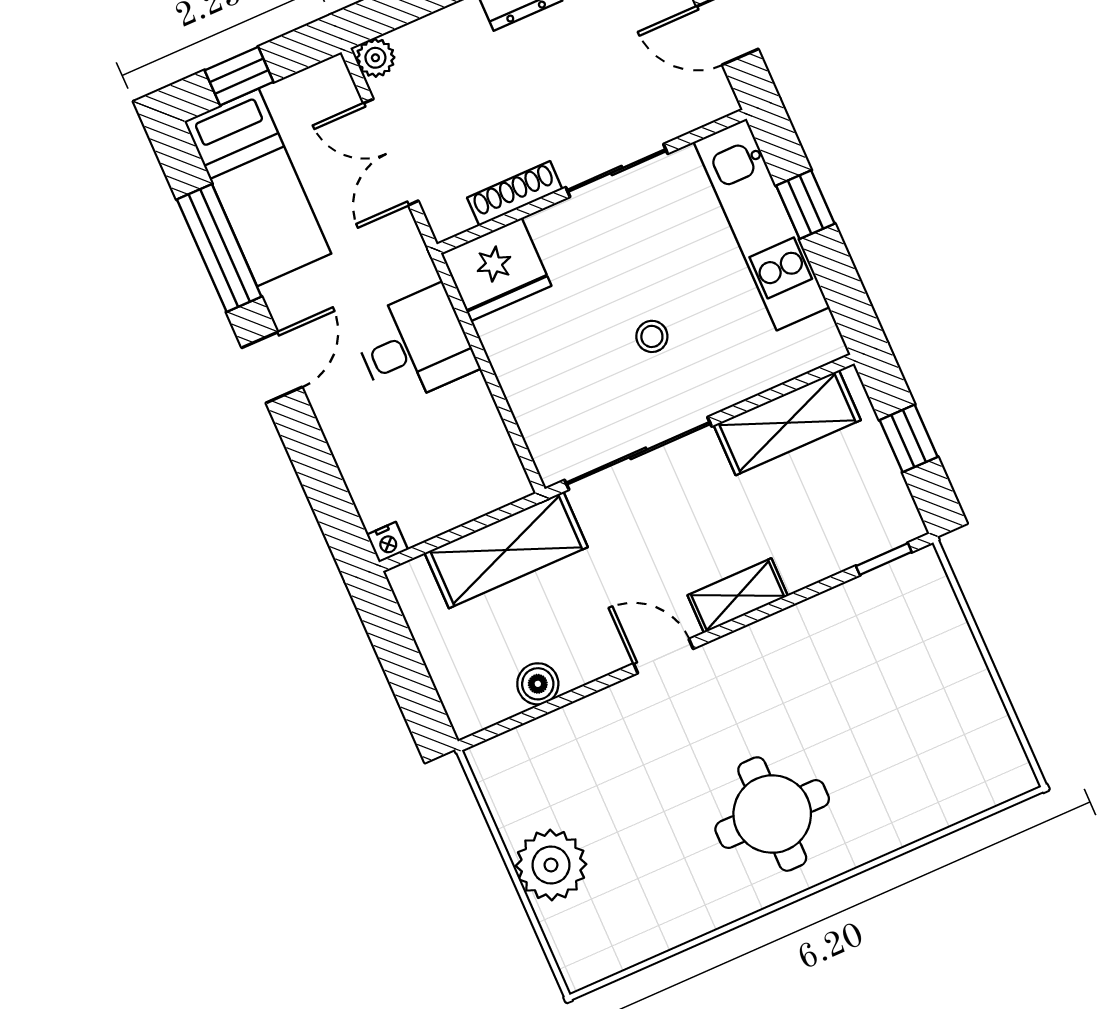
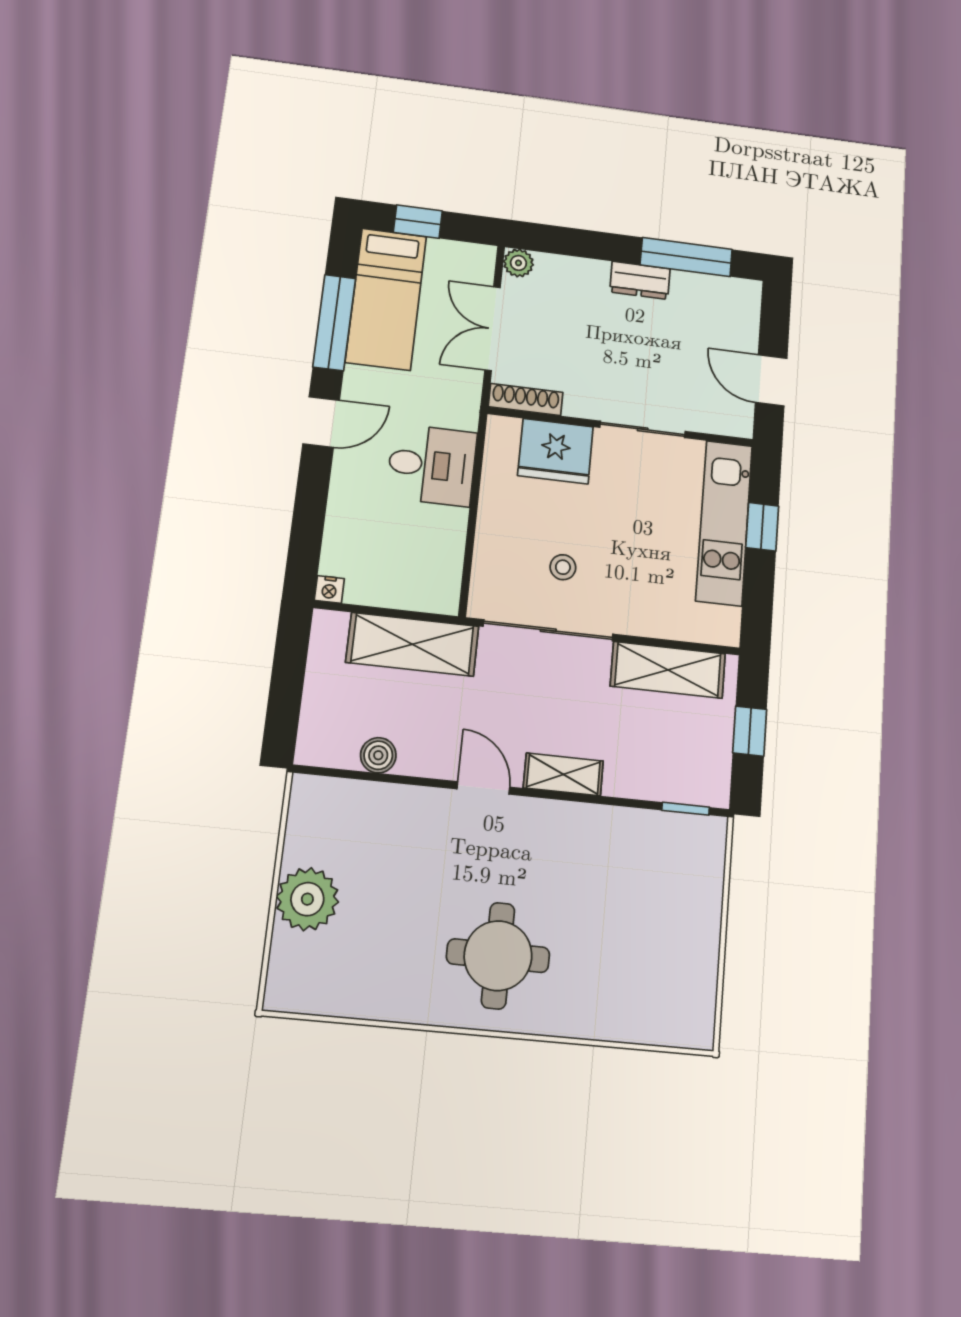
shoe rack: (515, 193) -> (526, 399), moved
fridge: (496, 269) -> (556, 451), moved
stool: (652, 336) -> (563, 567), moved

